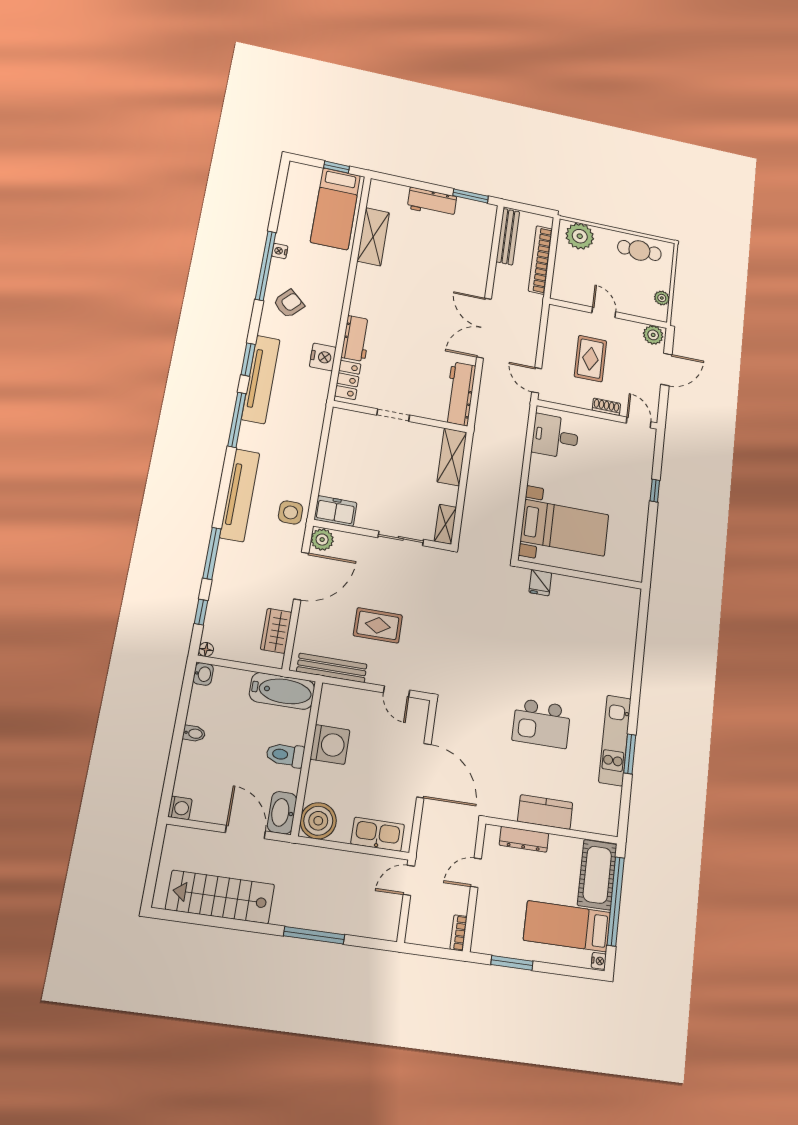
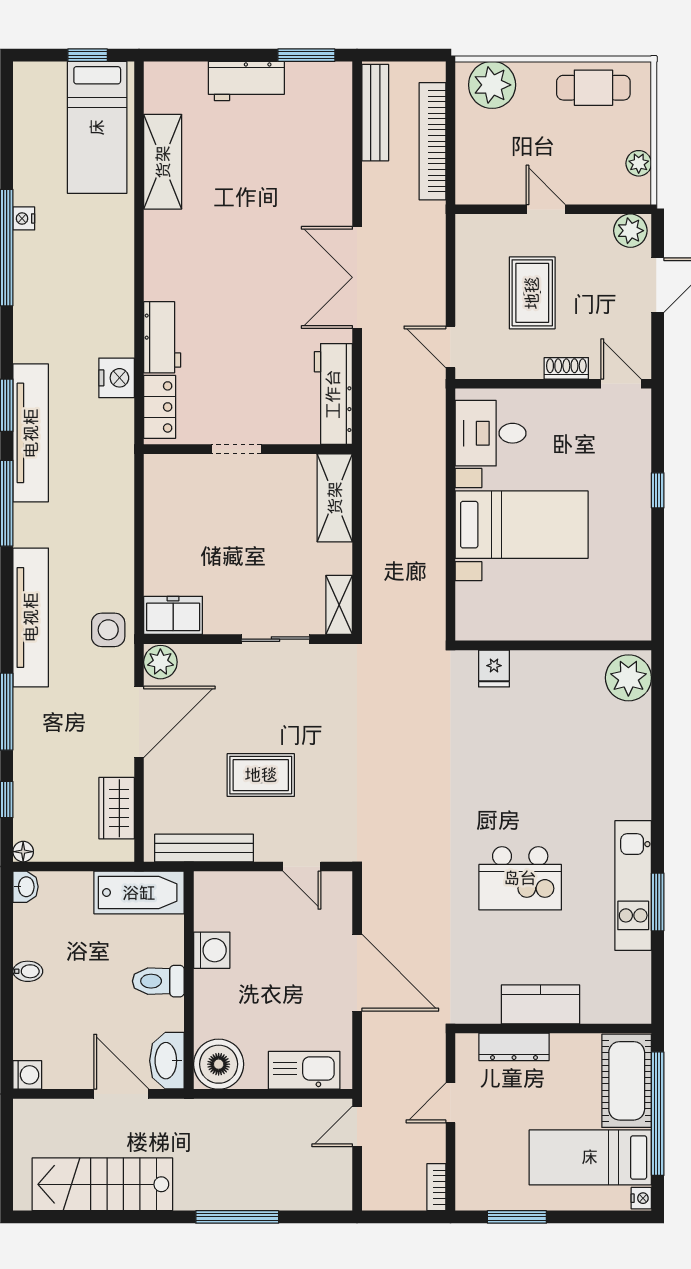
armchair: (289, 304) -> (52, 302), removed
bed with nightstands: (565, 528) -> (522, 525), moved
plant: (625, 604) -> (628, 678), added
washing machine: (330, 745) -> (212, 950), width x0.73, depth x0.73

